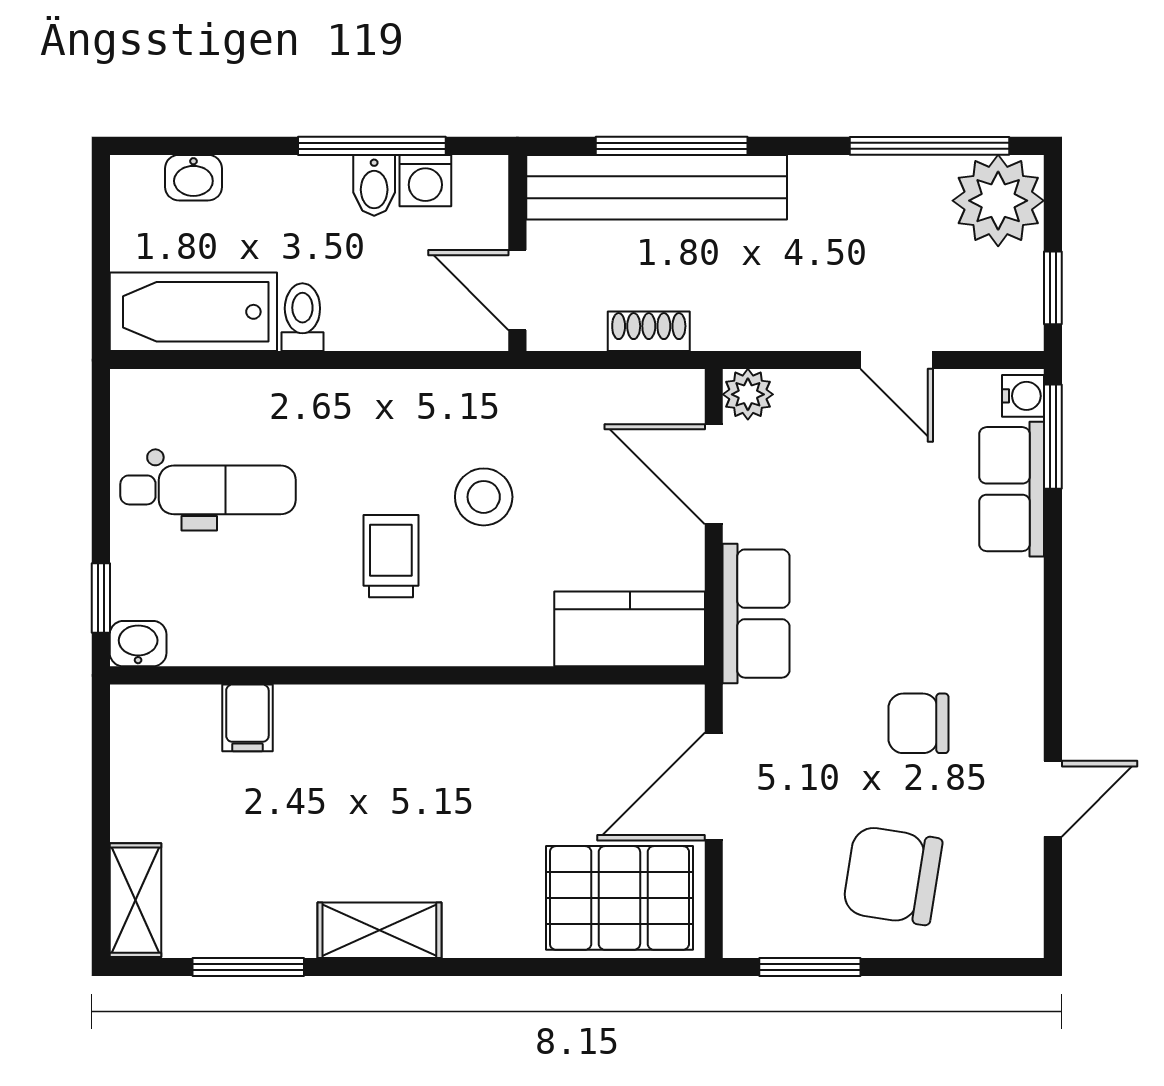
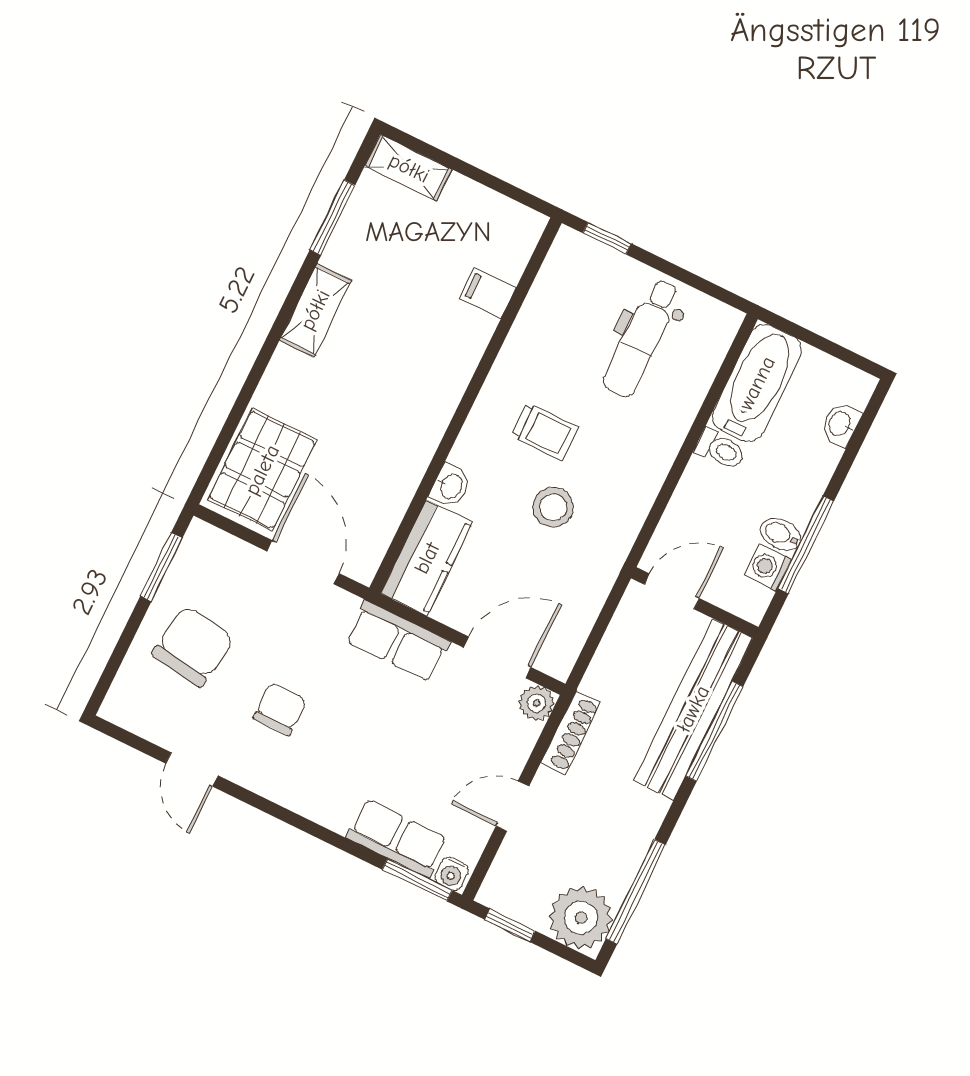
shoe rack: (649, 331) -> (571, 733), moved, width x1.43
washbasin: (138, 644) -> (450, 486), moved

